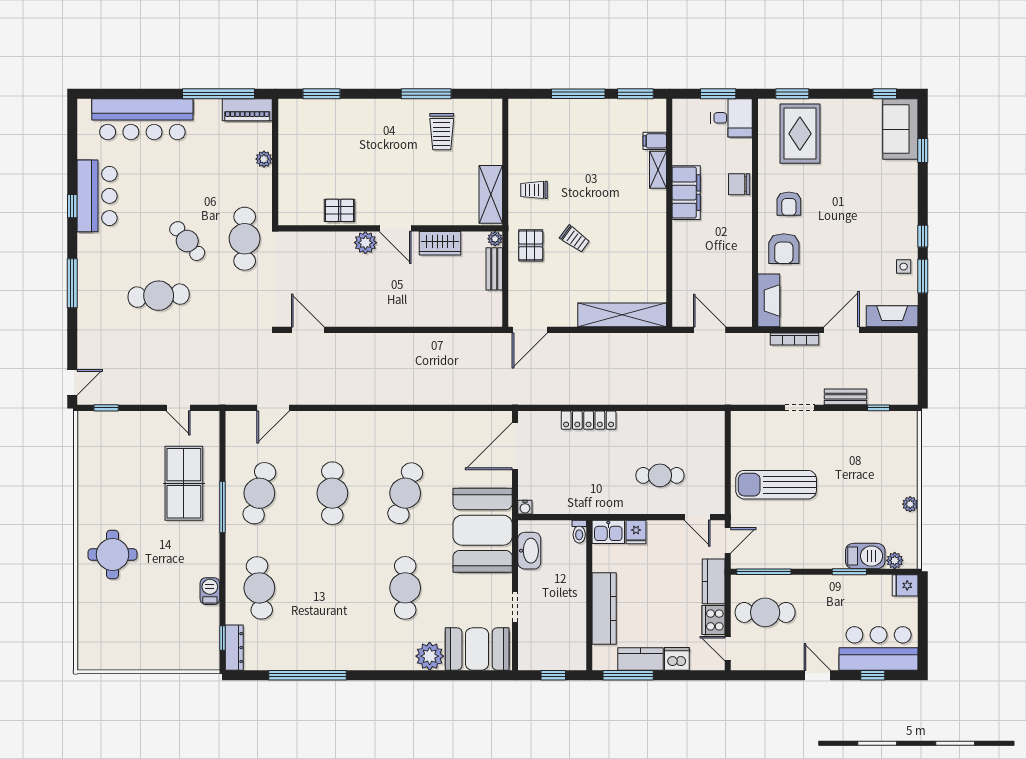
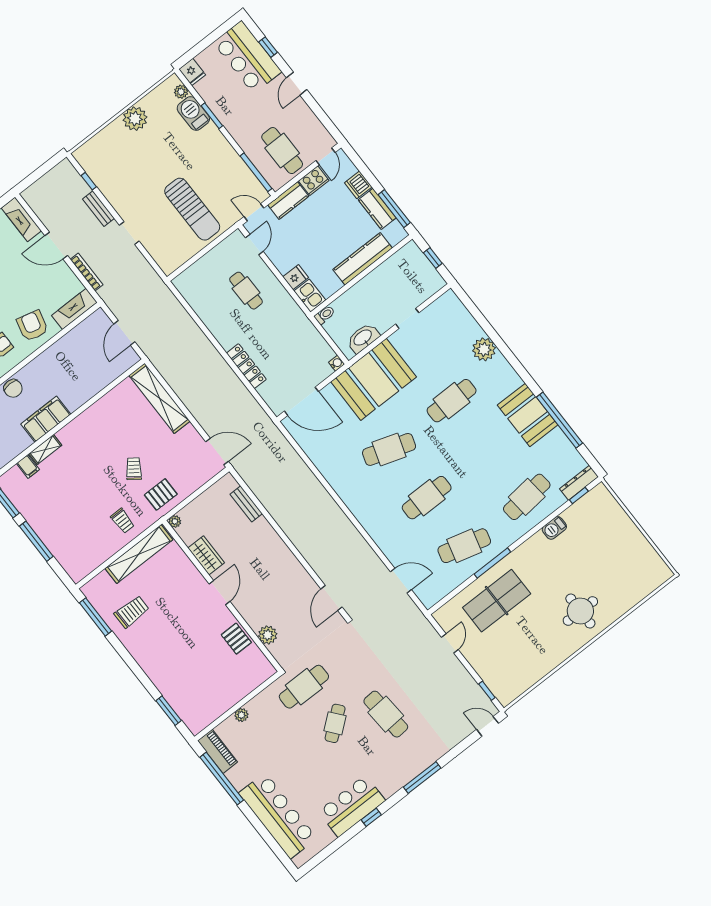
window: (426, 94) -> (95, 617), moved
shelving: (491, 194) -> (139, 554), width x1.47
plant: (365, 243) -> (268, 635), moved
armchair: (784, 249) -> (32, 326), turned -76
bench: (494, 269) -> (246, 504), moved, turned 90
plant: (910, 504) -> (135, 119), width x1.87, depth x1.87
booth: (477, 649) -> (528, 415), moved

